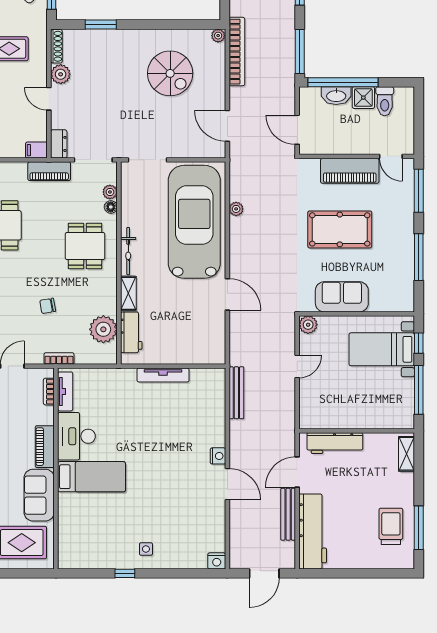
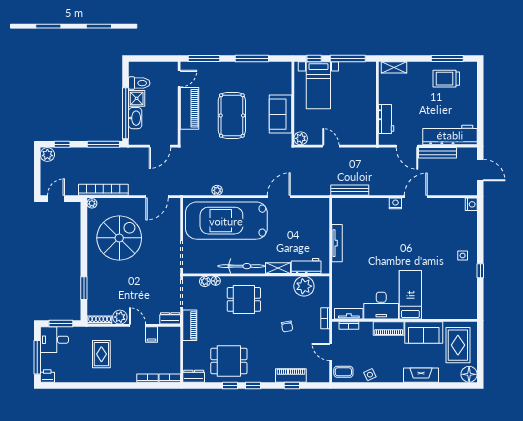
spiral stairs: (170, 73) -> (119, 238), width x1.37, depth x1.37
door: (49, 99) -> (138, 325), swing flipped
filing cabinet: (36, 150) -> (152, 335), moved
bicycle: (128, 251) -> (241, 266), width x1.37, depth x1.40
workbench: (335, 443) -> (386, 119), width x0.73

